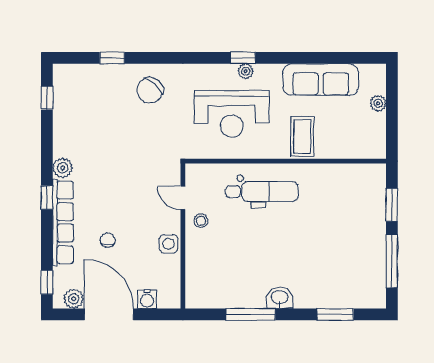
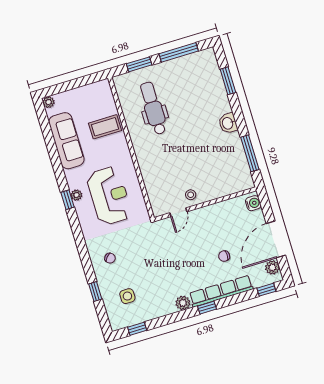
chair: (150, 90) -> (110, 258), width x0.54, depth x0.54
plant: (378, 103) -> (49, 102), moved
coffee table: (302, 136) -> (105, 127), moved
dental chair: (262, 192) -> (153, 108), moved
side table: (168, 244) -> (127, 296), moved
water cooler: (147, 299) -> (253, 203), moved
window: (251, 314) -> (250, 153), moved

